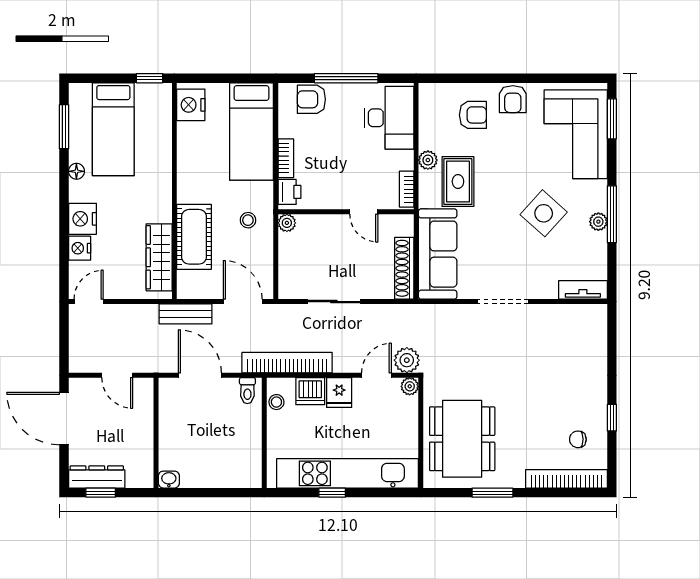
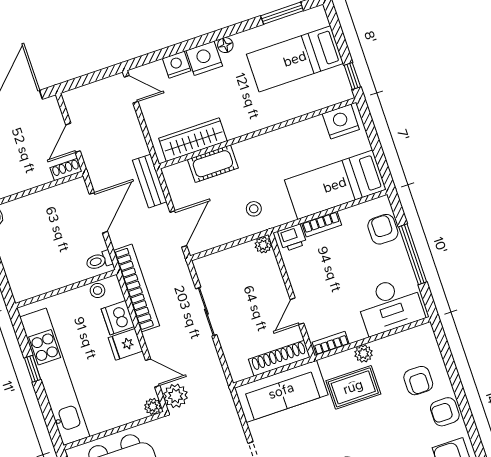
floor lamp: (76, 171) -> (225, 45), moved
cot: (194, 237) -> (213, 164), width x0.73, depth x0.75
shoe rack: (404, 268) -> (279, 358), moved
shoe rack: (146, 393) -> (66, 170), added

